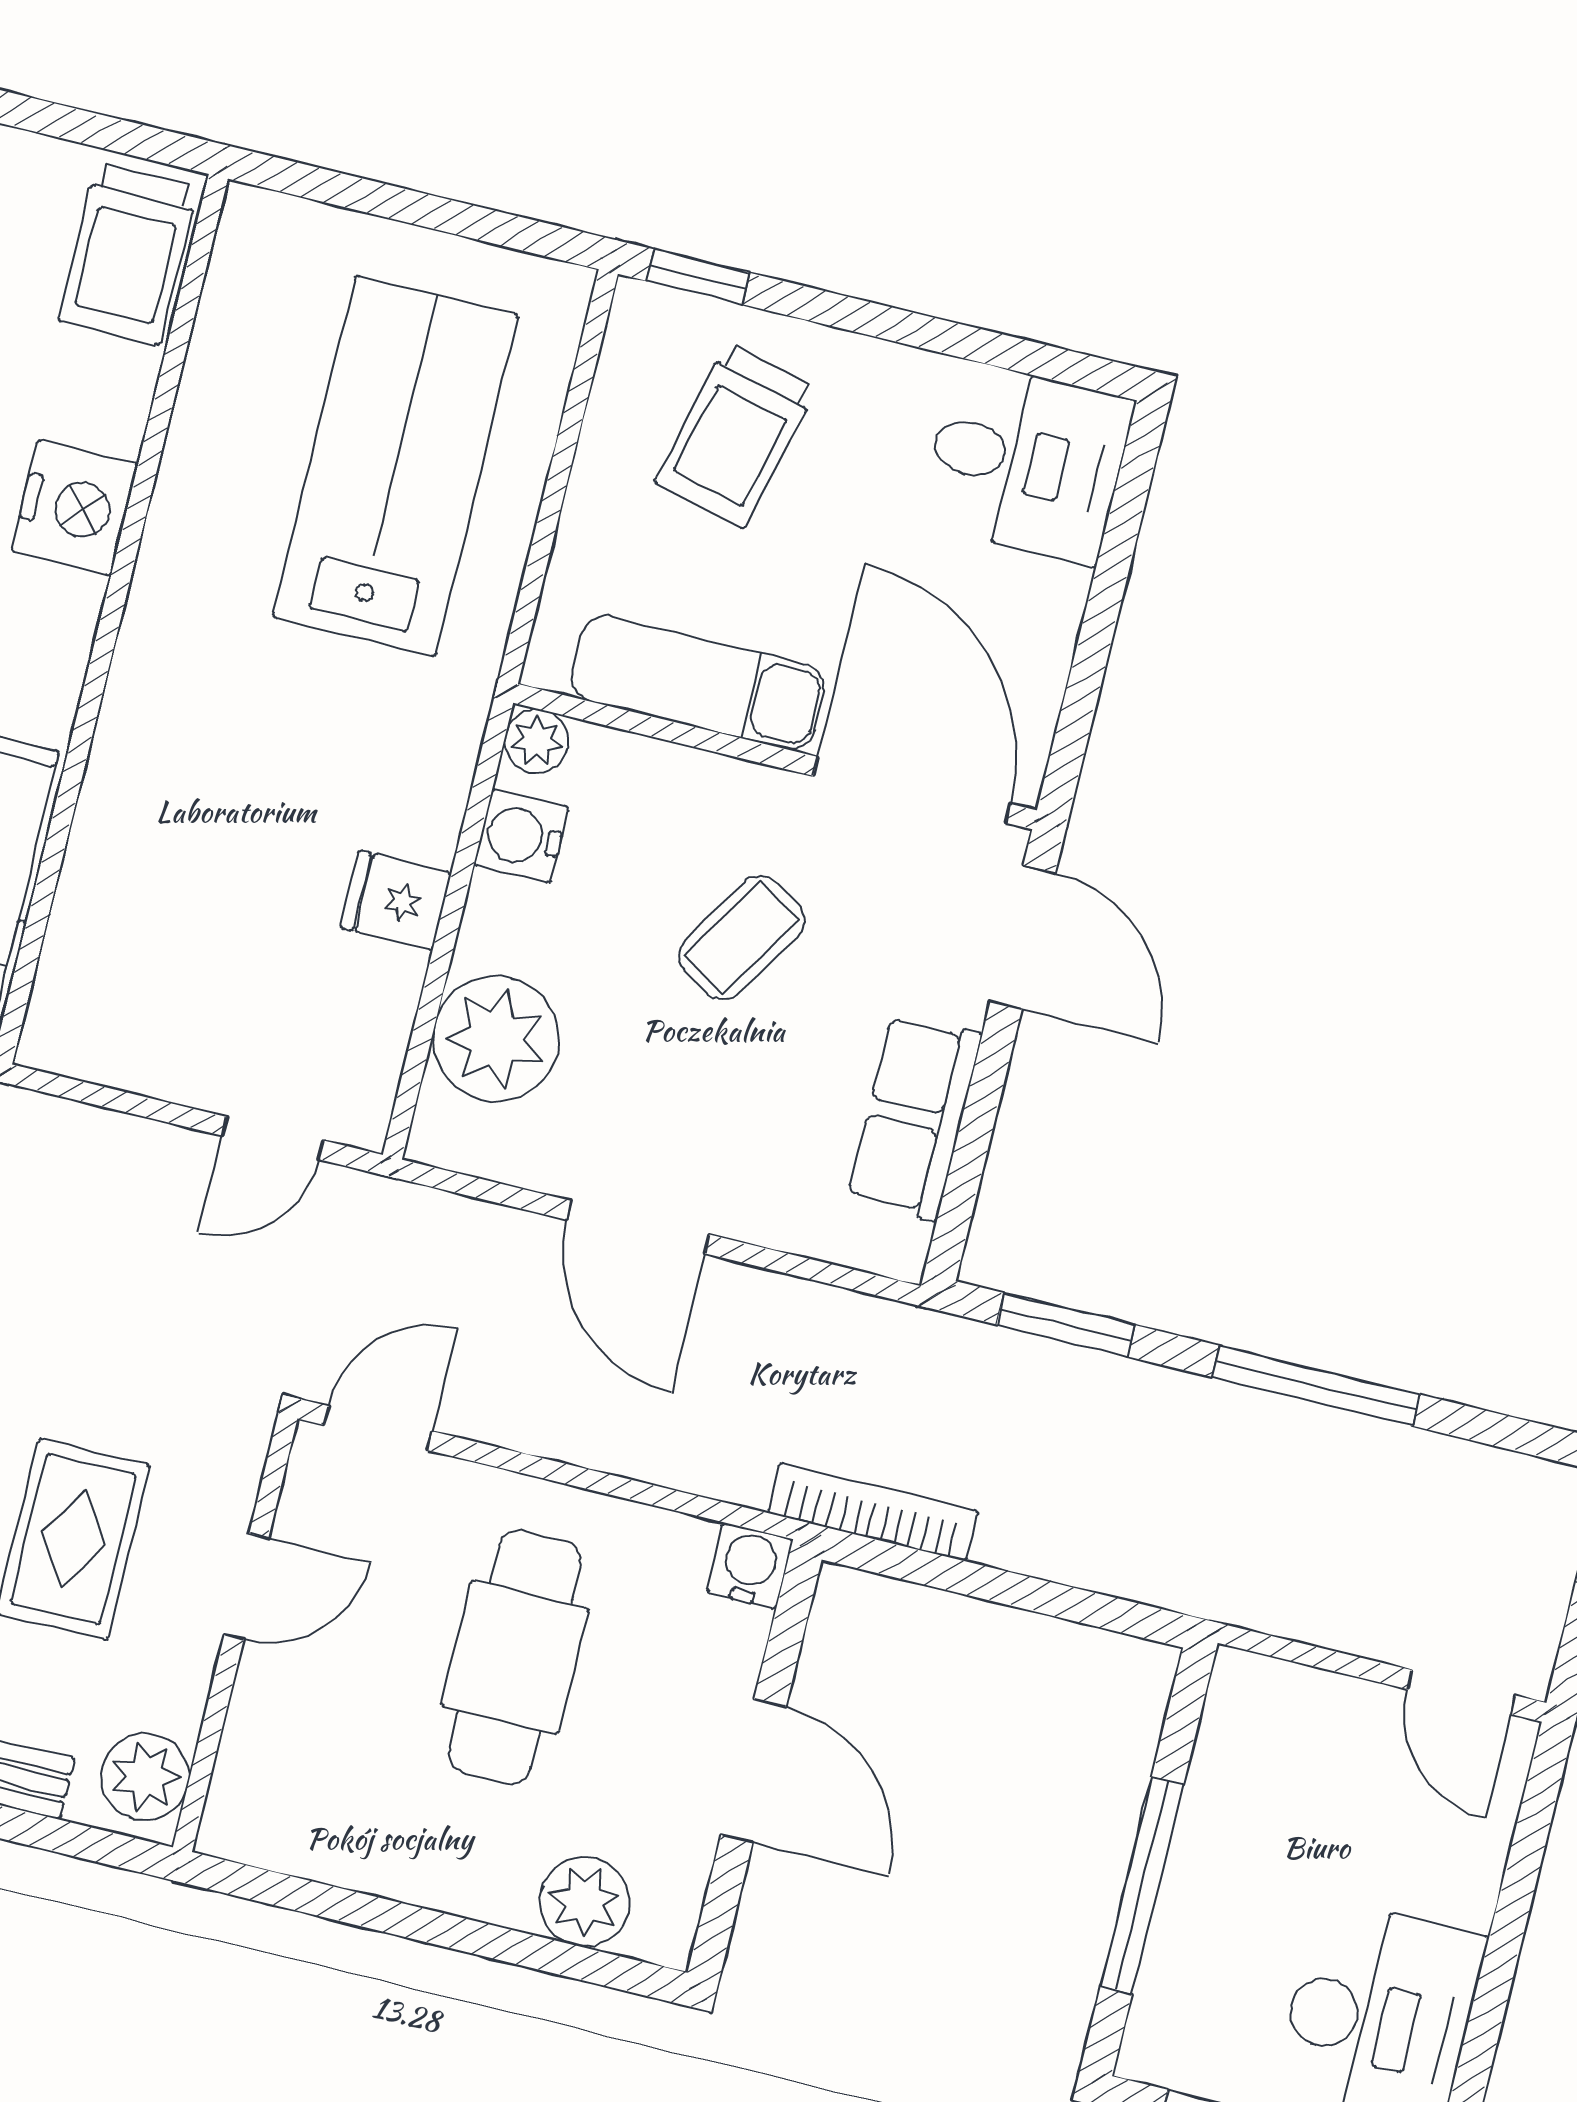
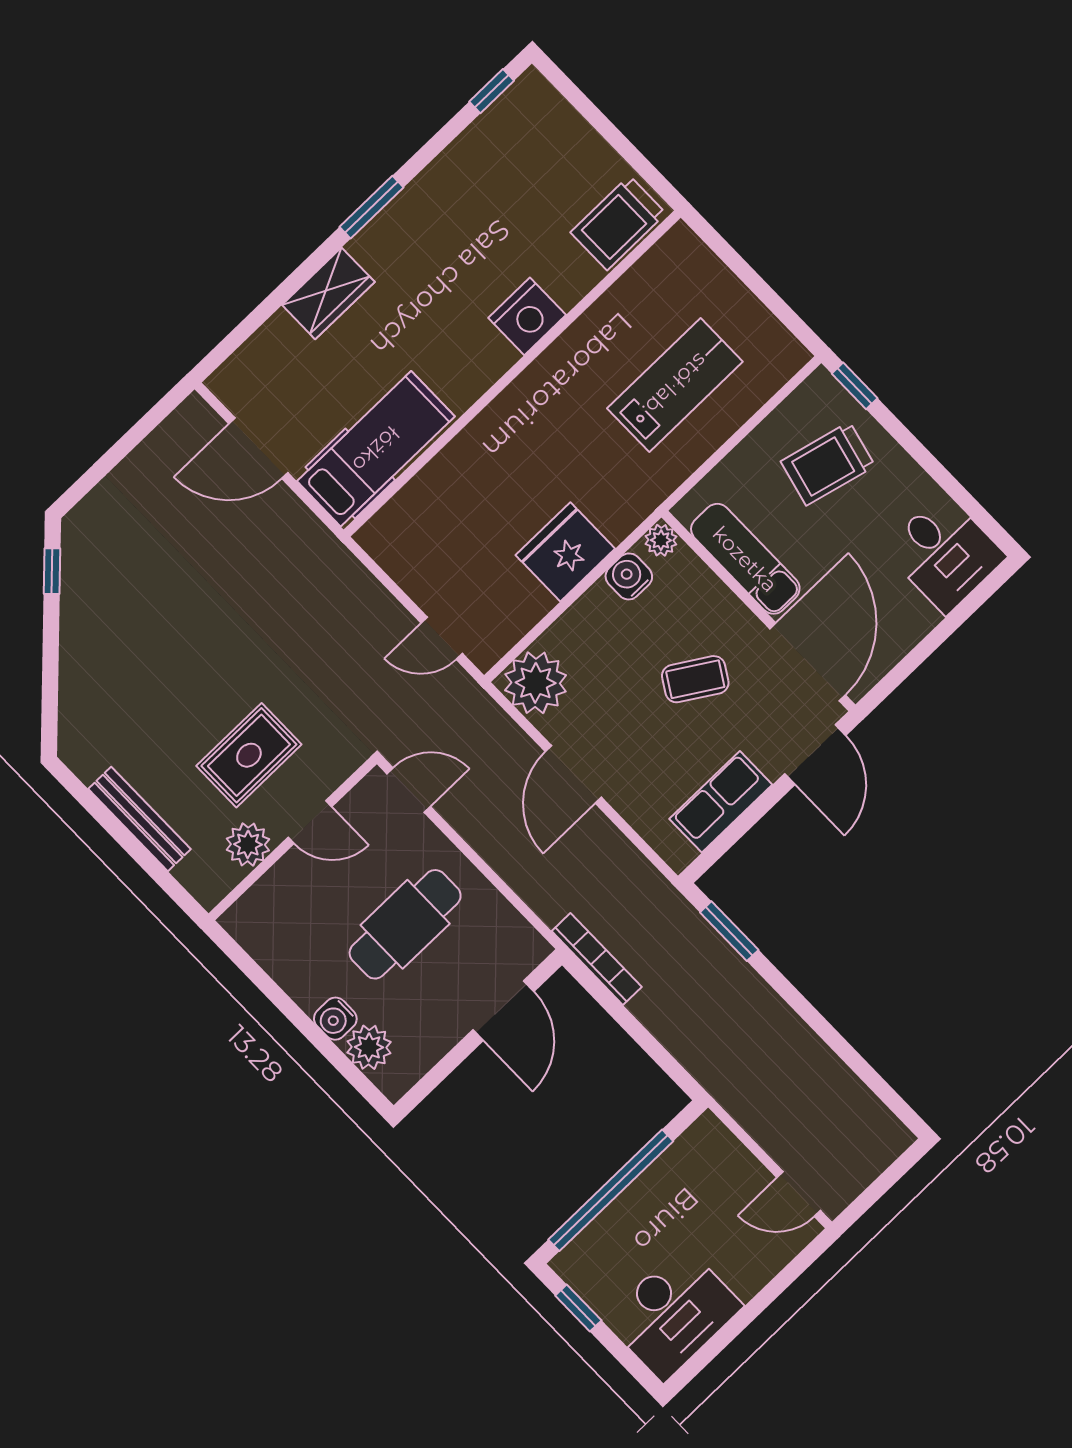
lab bench: (396, 466) -> (675, 385), width x0.73, depth x0.72
fridge: (396, 900) -> (565, 552), width x1.88, depth x1.34
plant: (496, 1038) -> (536, 683), moved
window: (1316, 1386) -> (819, 1024), removed
water cooler: (750, 1566) -> (335, 1019), moved, turned 180
door: (1461, 1692) -> (799, 1194), hinge flipped
door: (753, 1771) -> (503, 1011), moved
plant: (145, 1777) -> (248, 844), moved
window: (1142, 1885) -> (611, 1190), width x1.46

